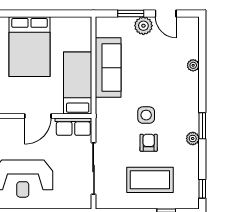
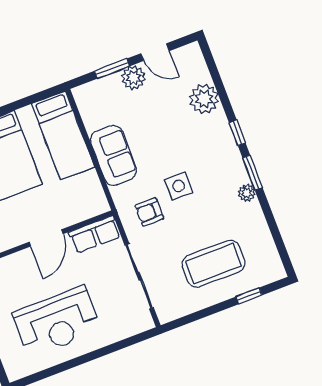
plant: (193, 65) -> (204, 99), width x1.87, depth x1.87
sofa: (108, 68) -> (113, 155), width x0.73
bed: (78, 83) -> (63, 135), moved, turned 180
armchair: (149, 143) -> (149, 212), moved, turned -90
window: (202, 189) -> (237, 133), moved

